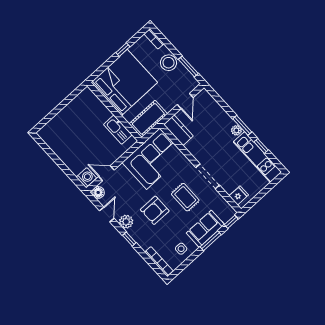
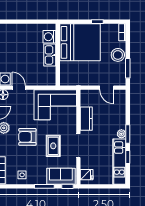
door: (185, 101) -> (107, 88), hinge flipped
washing machine: (92, 103) -> (49, 37), added
cot: (148, 119) -> (74, 78), removed
kitchen sink: (118, 130) -> (50, 55), moved
kitchen counter: (178, 130) -> (86, 119), moved
sofa: (205, 229) -> (61, 176), moved

